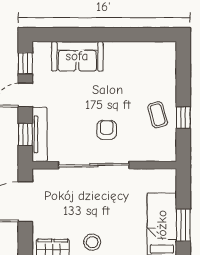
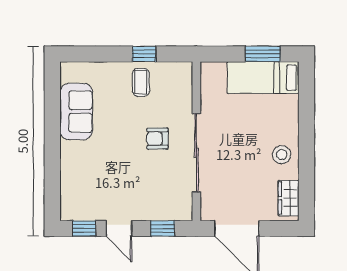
sofa: (77, 56) -> (76, 111), moved
coffee table: (158, 115) -> (141, 82), turned -75
tv unit: (40, 134) -> (162, 213), removed

